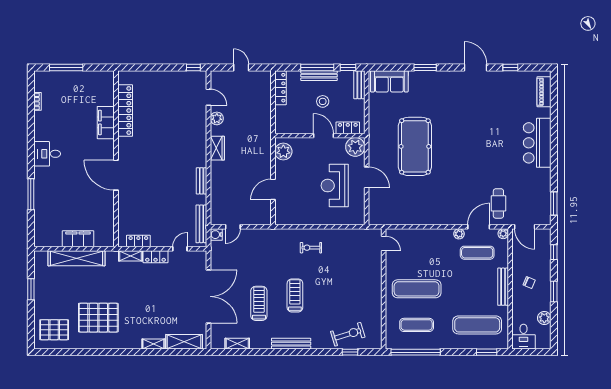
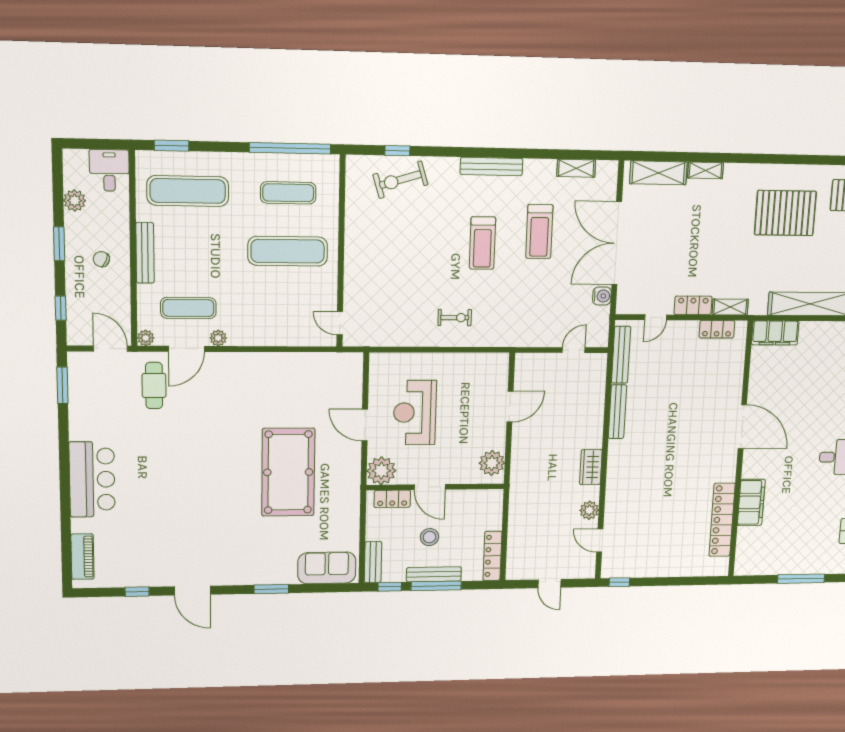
bench: (202, 181) -> (617, 412), width x1.36
reception desk: (335, 186) -> (415, 413), turned 180
water cooler: (216, 235) -> (602, 296), moved
filing cabinet: (78, 239) -> (775, 333), moved

